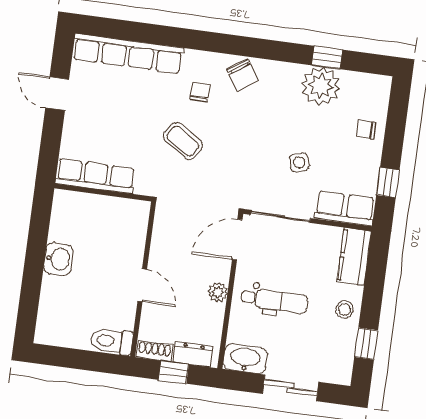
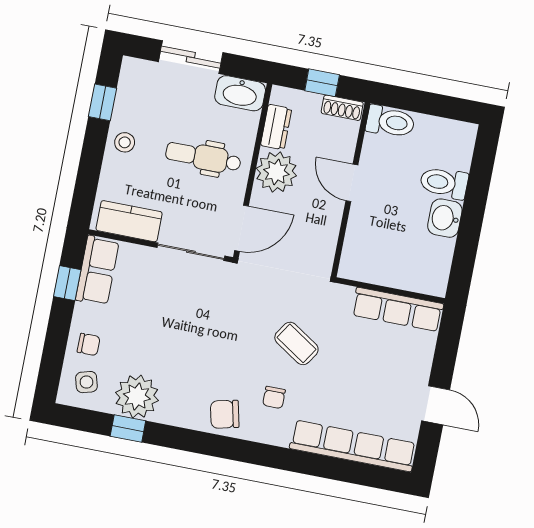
chair: (242, 75) -> (225, 414), turned -69
side table: (299, 162) -> (86, 382), moved
row of seats: (345, 208) -> (97, 271), moved, turned -90
kitchen counter: (354, 256) -> (129, 221), moved, turned -90
toilet: (61, 290) -> (444, 183), added
plant: (218, 292) -> (276, 172), width x1.88, depth x1.88
dresser: (193, 354) -> (276, 127), moved, turned -90

